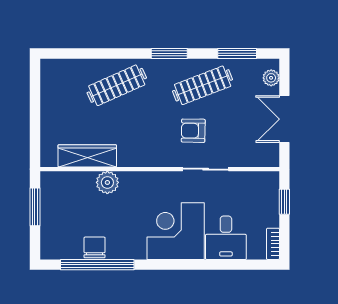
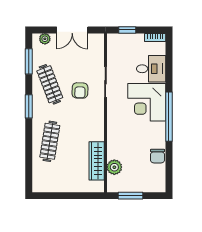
clothes rail: (117, 85) -> (50, 141), turned 33
plant: (107, 182) -> (114, 167), moved
chair: (95, 247) -> (158, 156), turned -90
window: (97, 265) -> (169, 117), moved

